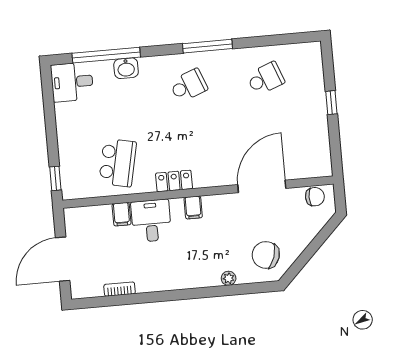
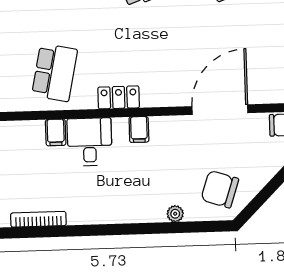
bookcase: (120, 289) -> (38, 219), width x1.56

